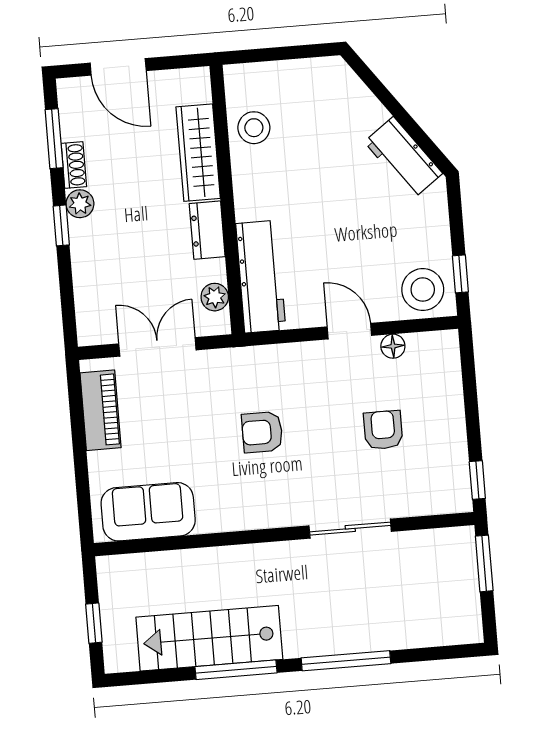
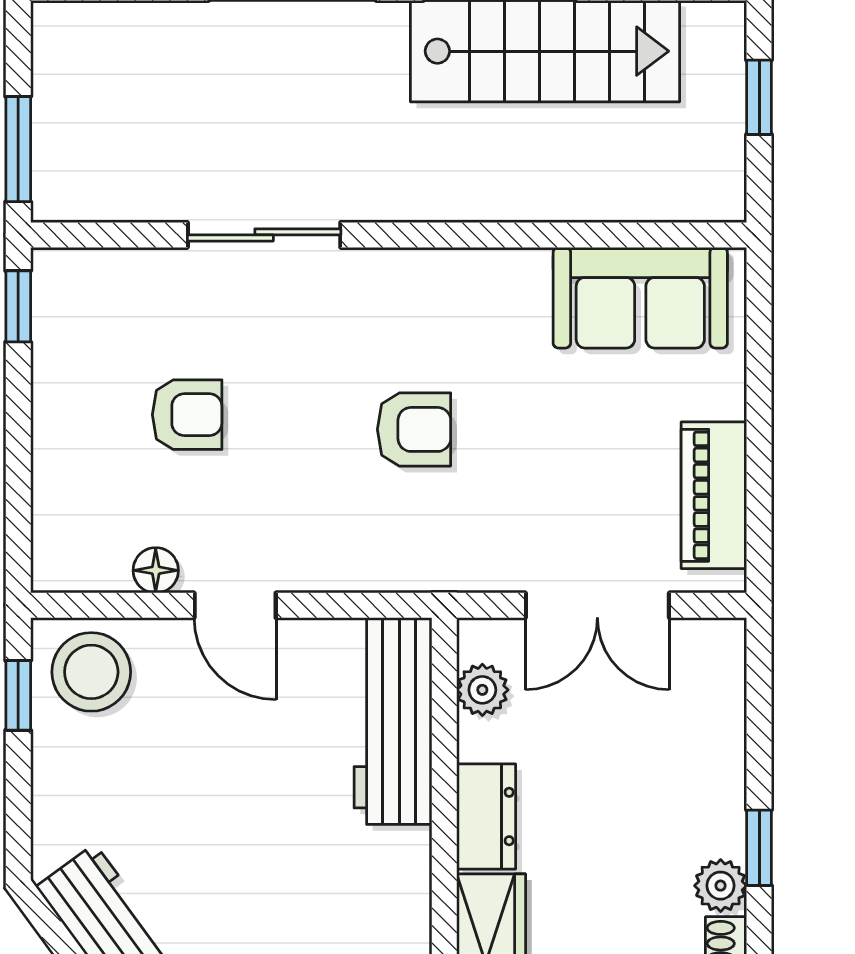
armchair: (383, 430) -> (187, 415), turned -90

